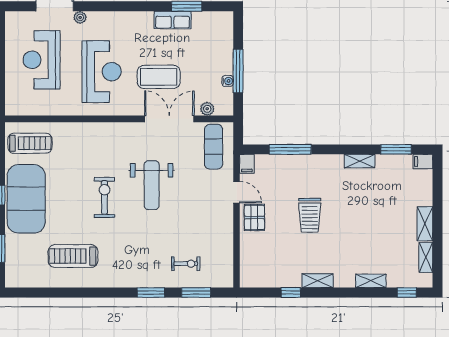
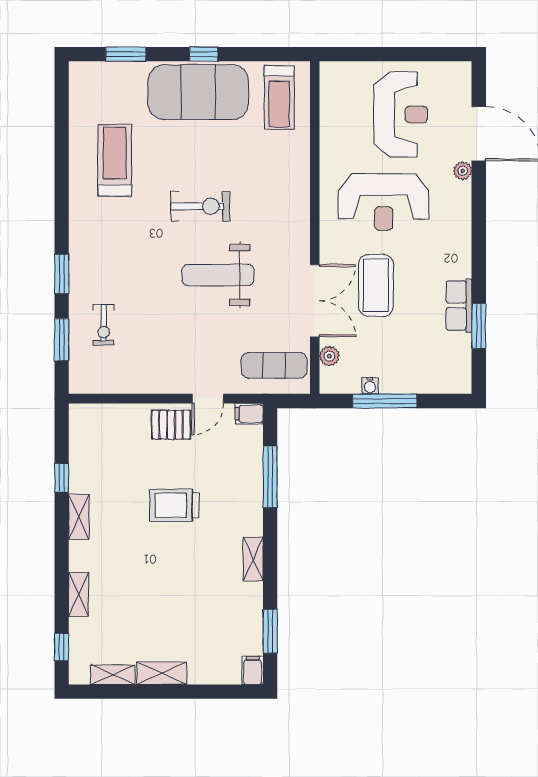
reception desk: (42, 60) -> (401, 115), turned 90
shelving: (360, 161) -> (253, 559), moved

